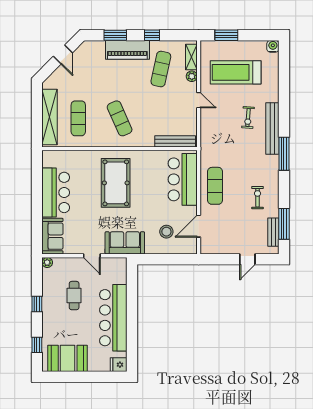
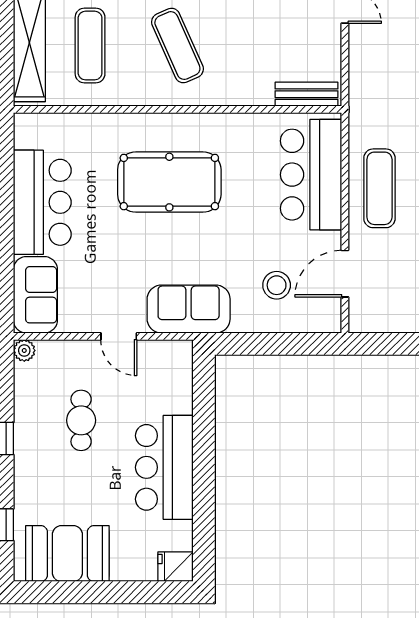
bench: (175, 141) -> (307, 94), width x0.73
pool table: (116, 183) -> (169, 182), turned 90
bar counter: (113, 318) -> (164, 467), width x0.73

